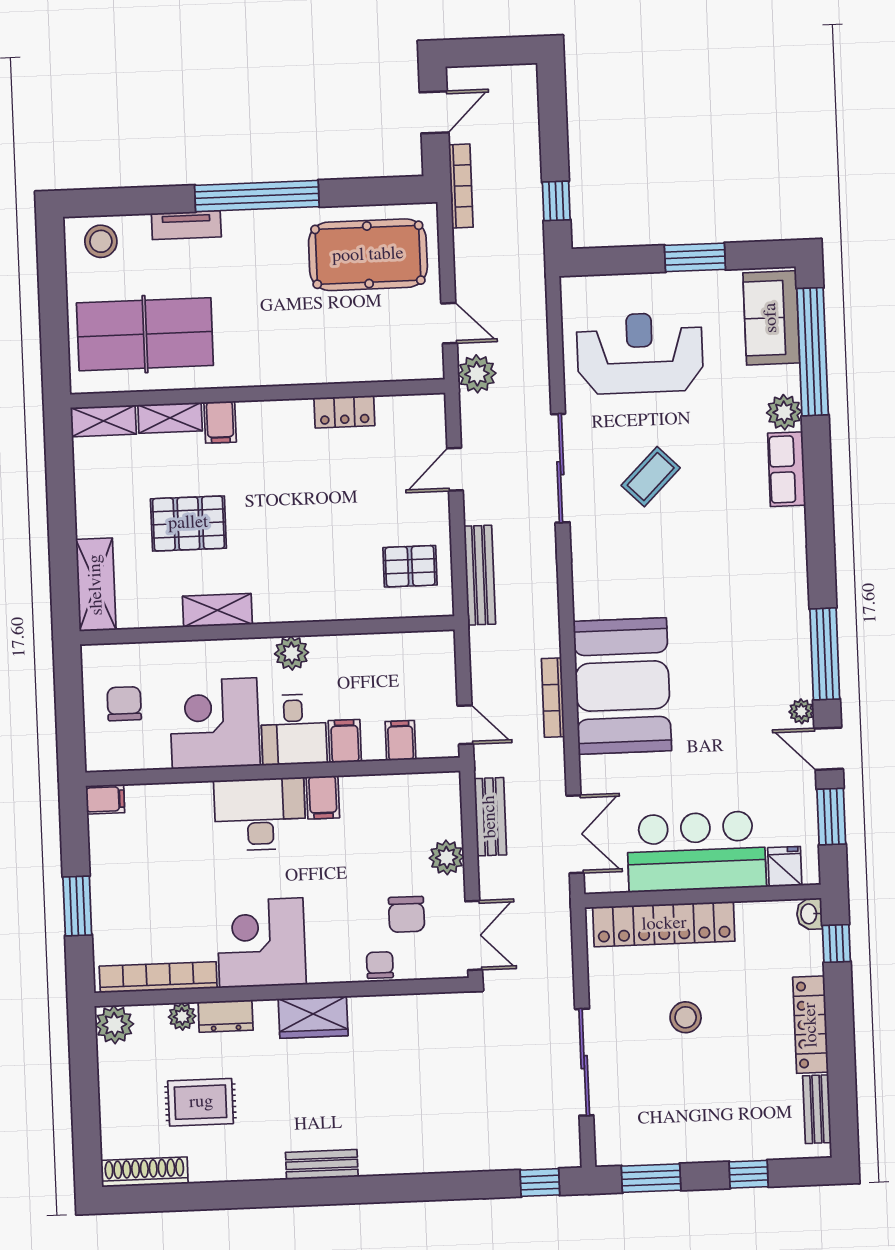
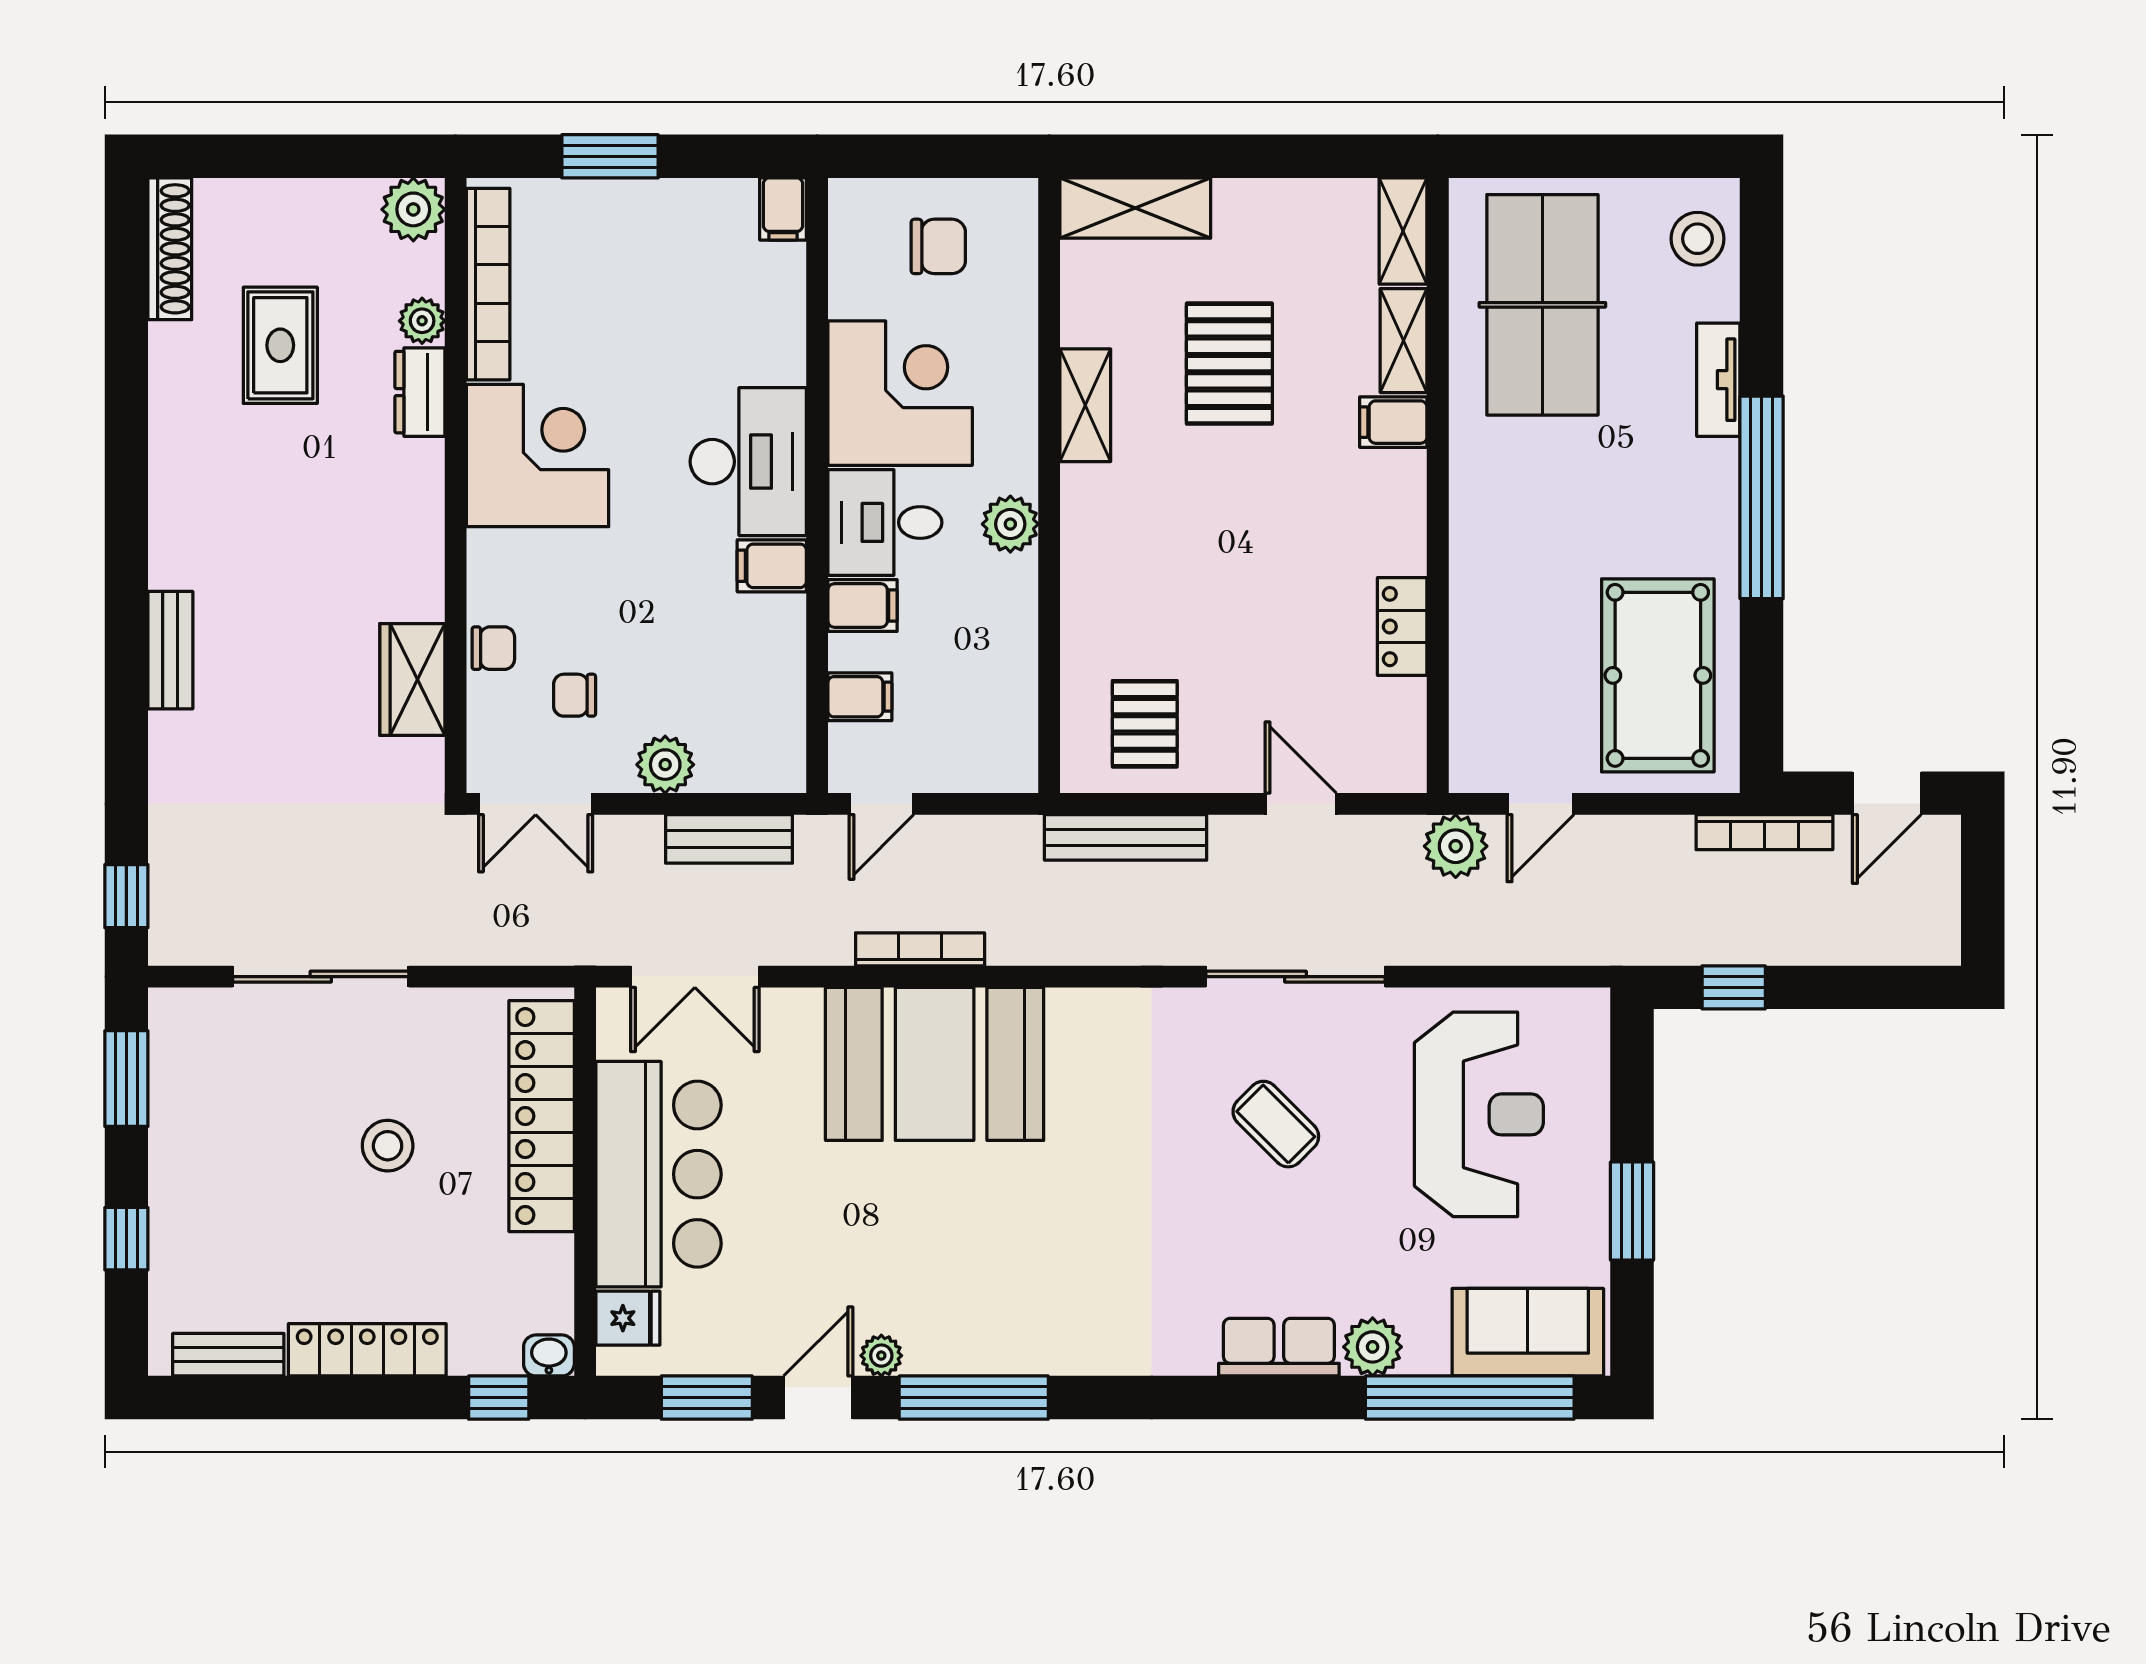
door: (434, 112) -> (1887, 793), hinge flipped
chair: (407, 914) -> (575, 695), width x0.73, depth x0.73
wardrobe: (313, 1017) -> (412, 679), moved
bench: (322, 1164) -> (170, 650), moved

